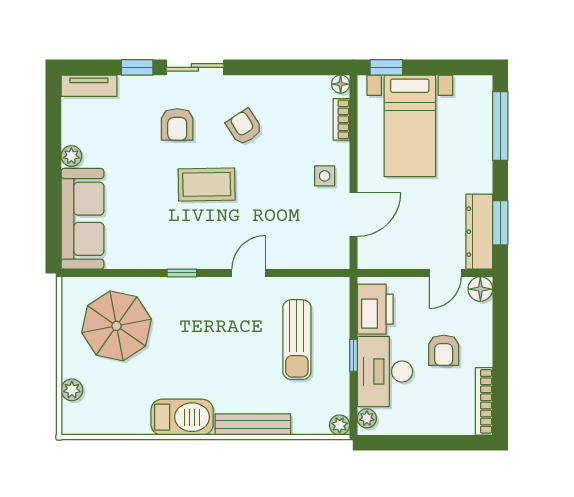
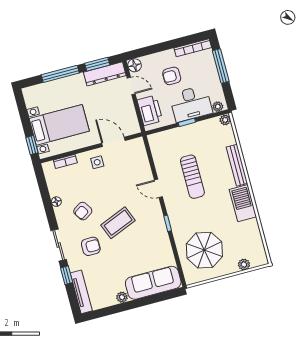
floor lamp: (341, 84) -> (56, 202), moved
tv unit: (89, 86) -> (81, 292), width x1.41
window: (500, 126) -> (60, 74), moved
coffee table: (207, 184) -> (118, 223), turned 69
printer: (375, 309) -> (150, 110), moved, turned 90
sun lounger: (297, 340) -> (192, 177), moved, turned 90
armchair: (444, 350) -> (172, 76), turned 180
window: (438, 443) -> (221, 66), added

